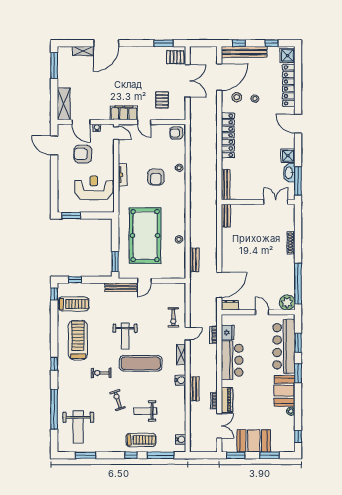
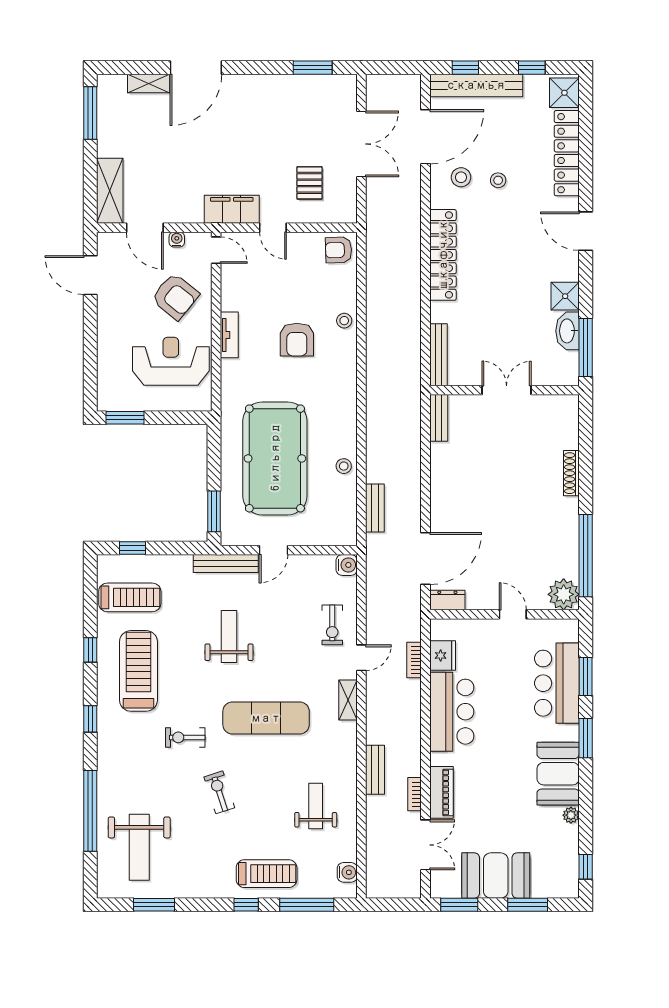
pallet: (175, 57) -> (336, 96), removed
armchair: (83, 154) -> (175, 296), moved, turned -143
double door: (276, 202) -> (507, 390), moved
window: (54, 294) -> (90, 650), moved
weight bench: (125, 336) -> (229, 636), moved, turned 180
bar counter: (284, 346) -> (557, 683), width x0.73
water cooler: (180, 380) -> (347, 565), moved
weight bench: (145, 411) -> (316, 806), moved, turned 90

